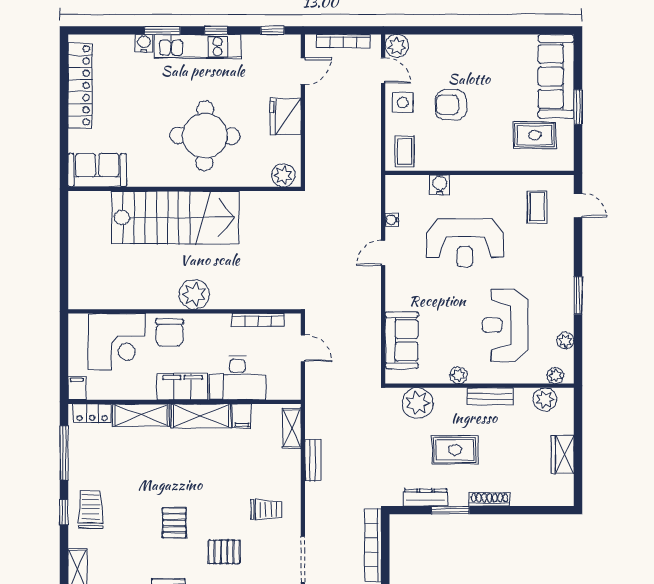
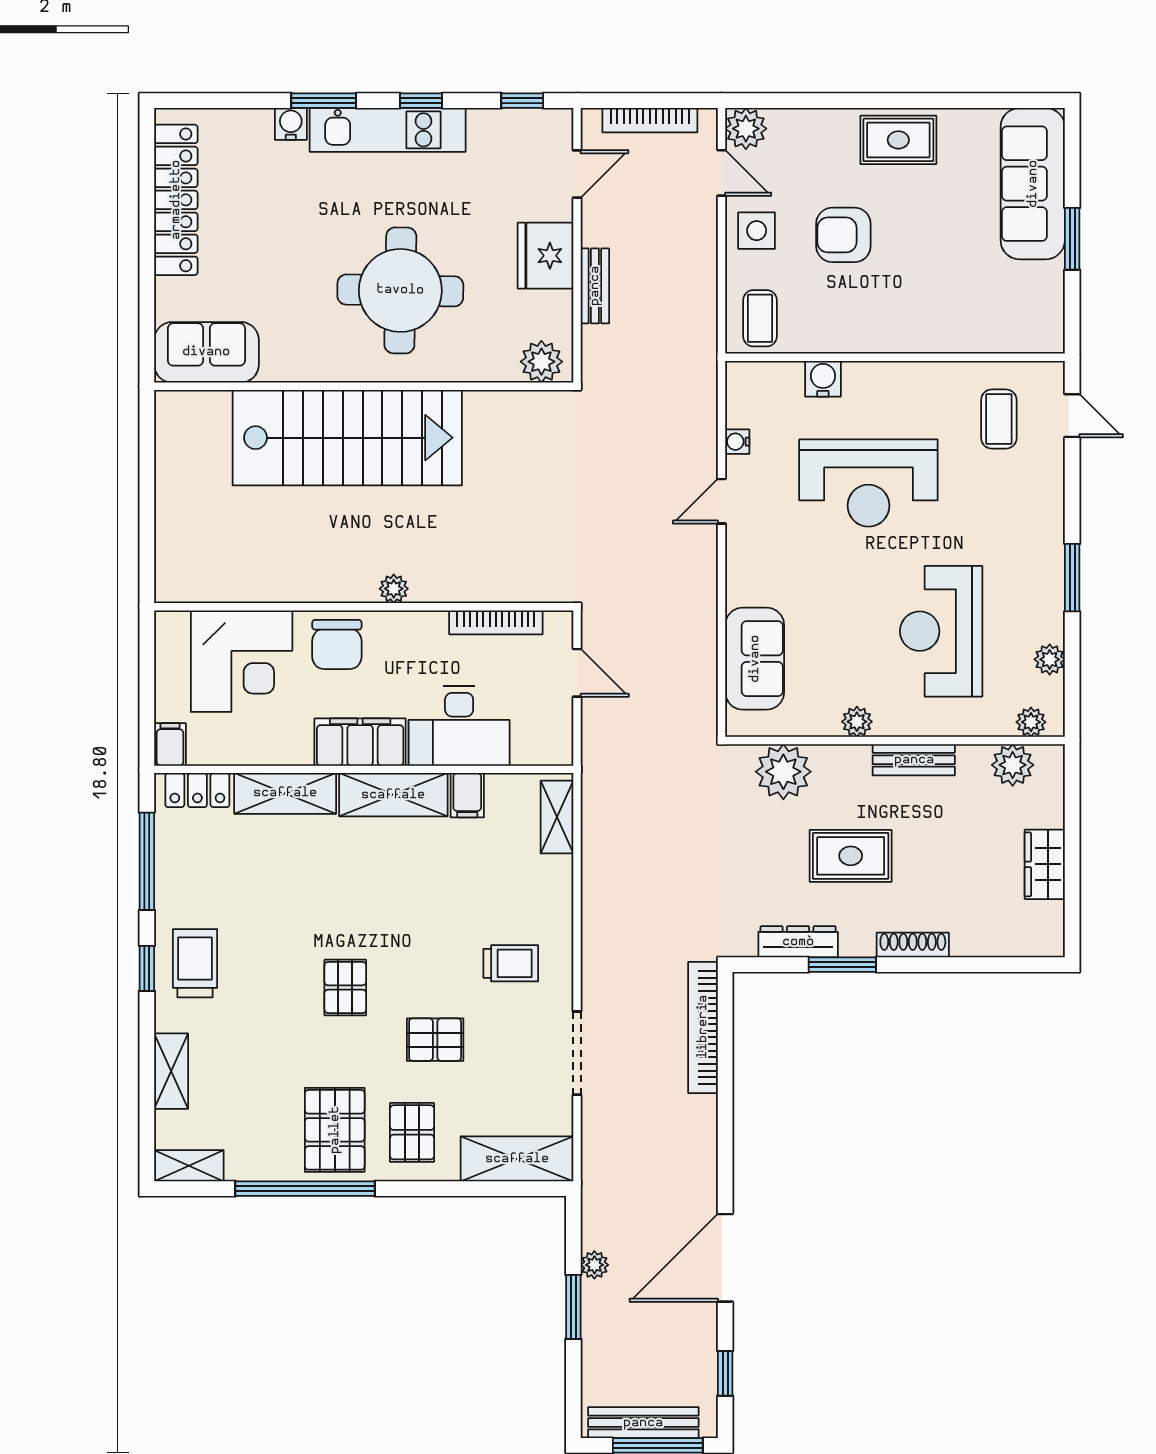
rug: (535, 135) -> (898, 140), moved
plant: (194, 294) -> (394, 589), width x0.53, depth x0.53
bench: (313, 460) -> (595, 286), moved

